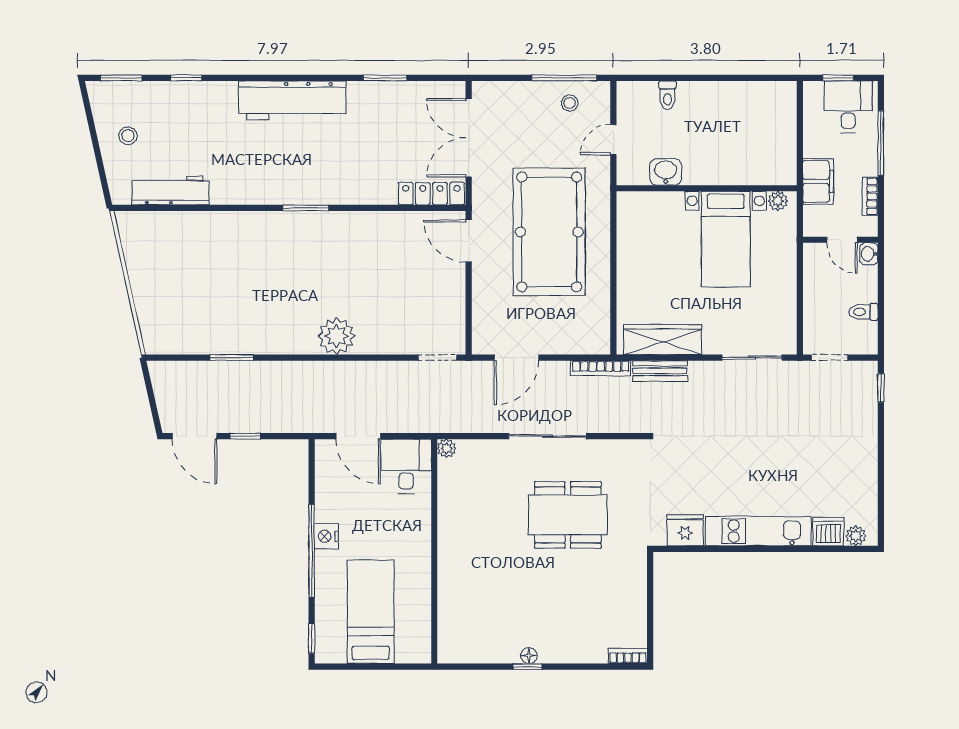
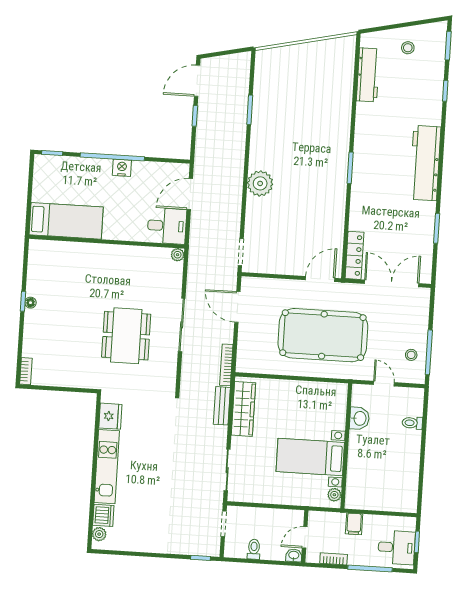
filing cabinet: (818, 181) -> (354, 524), width x0.50
bed: (371, 612) -> (66, 221), moved

